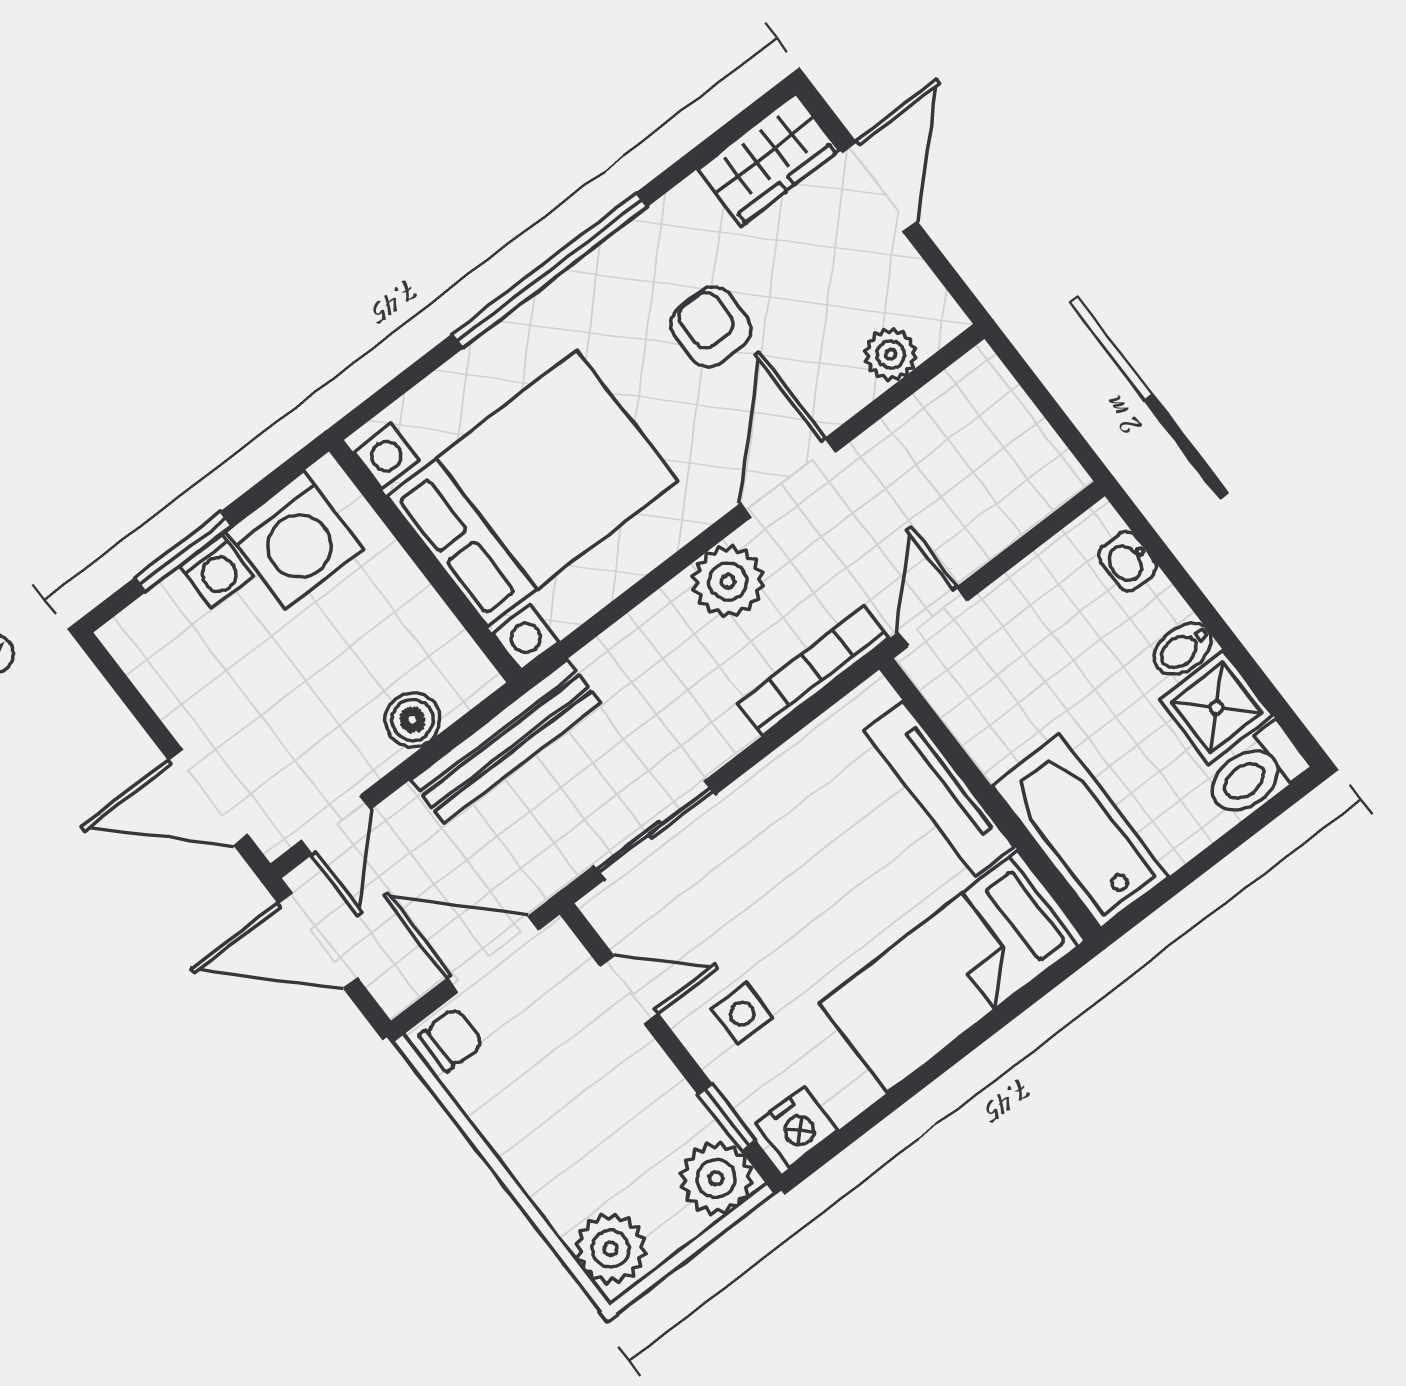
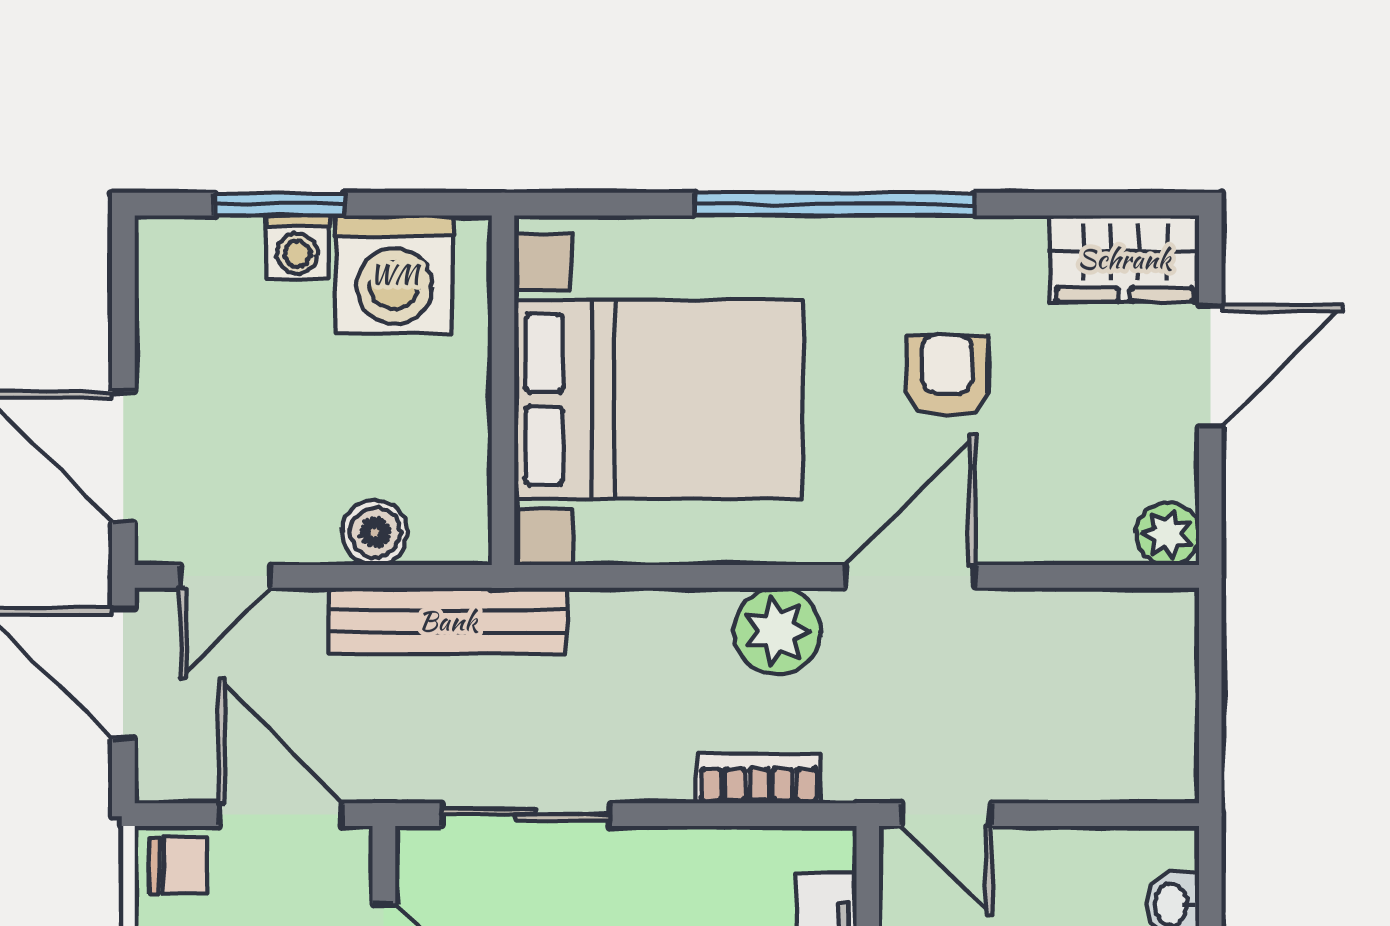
plant: (891, 354) -> (1168, 534), moved
door: (933, 617) -> (946, 815), swing flipped
bookcase: (814, 671) -> (759, 779), width x0.64

